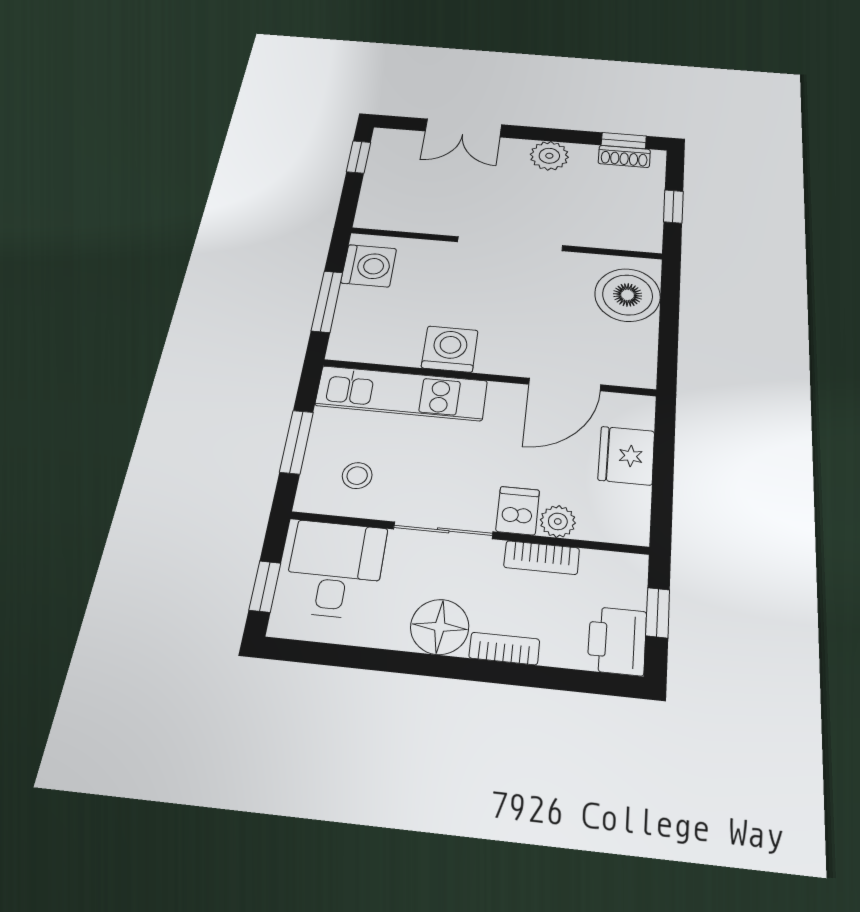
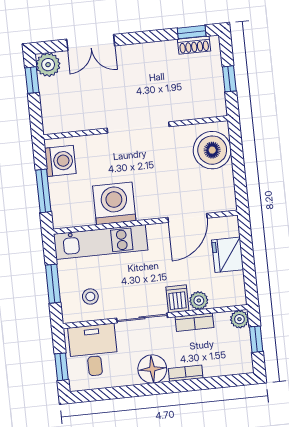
plant: (549, 156) -> (48, 65), moved
washing machine: (450, 349) -> (114, 203), width x1.37, depth x1.37
plant: (630, 569) -> (239, 319), added
printer: (617, 641) -> (239, 358), removed

